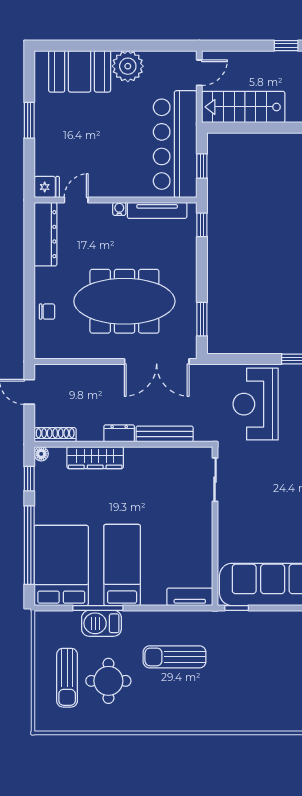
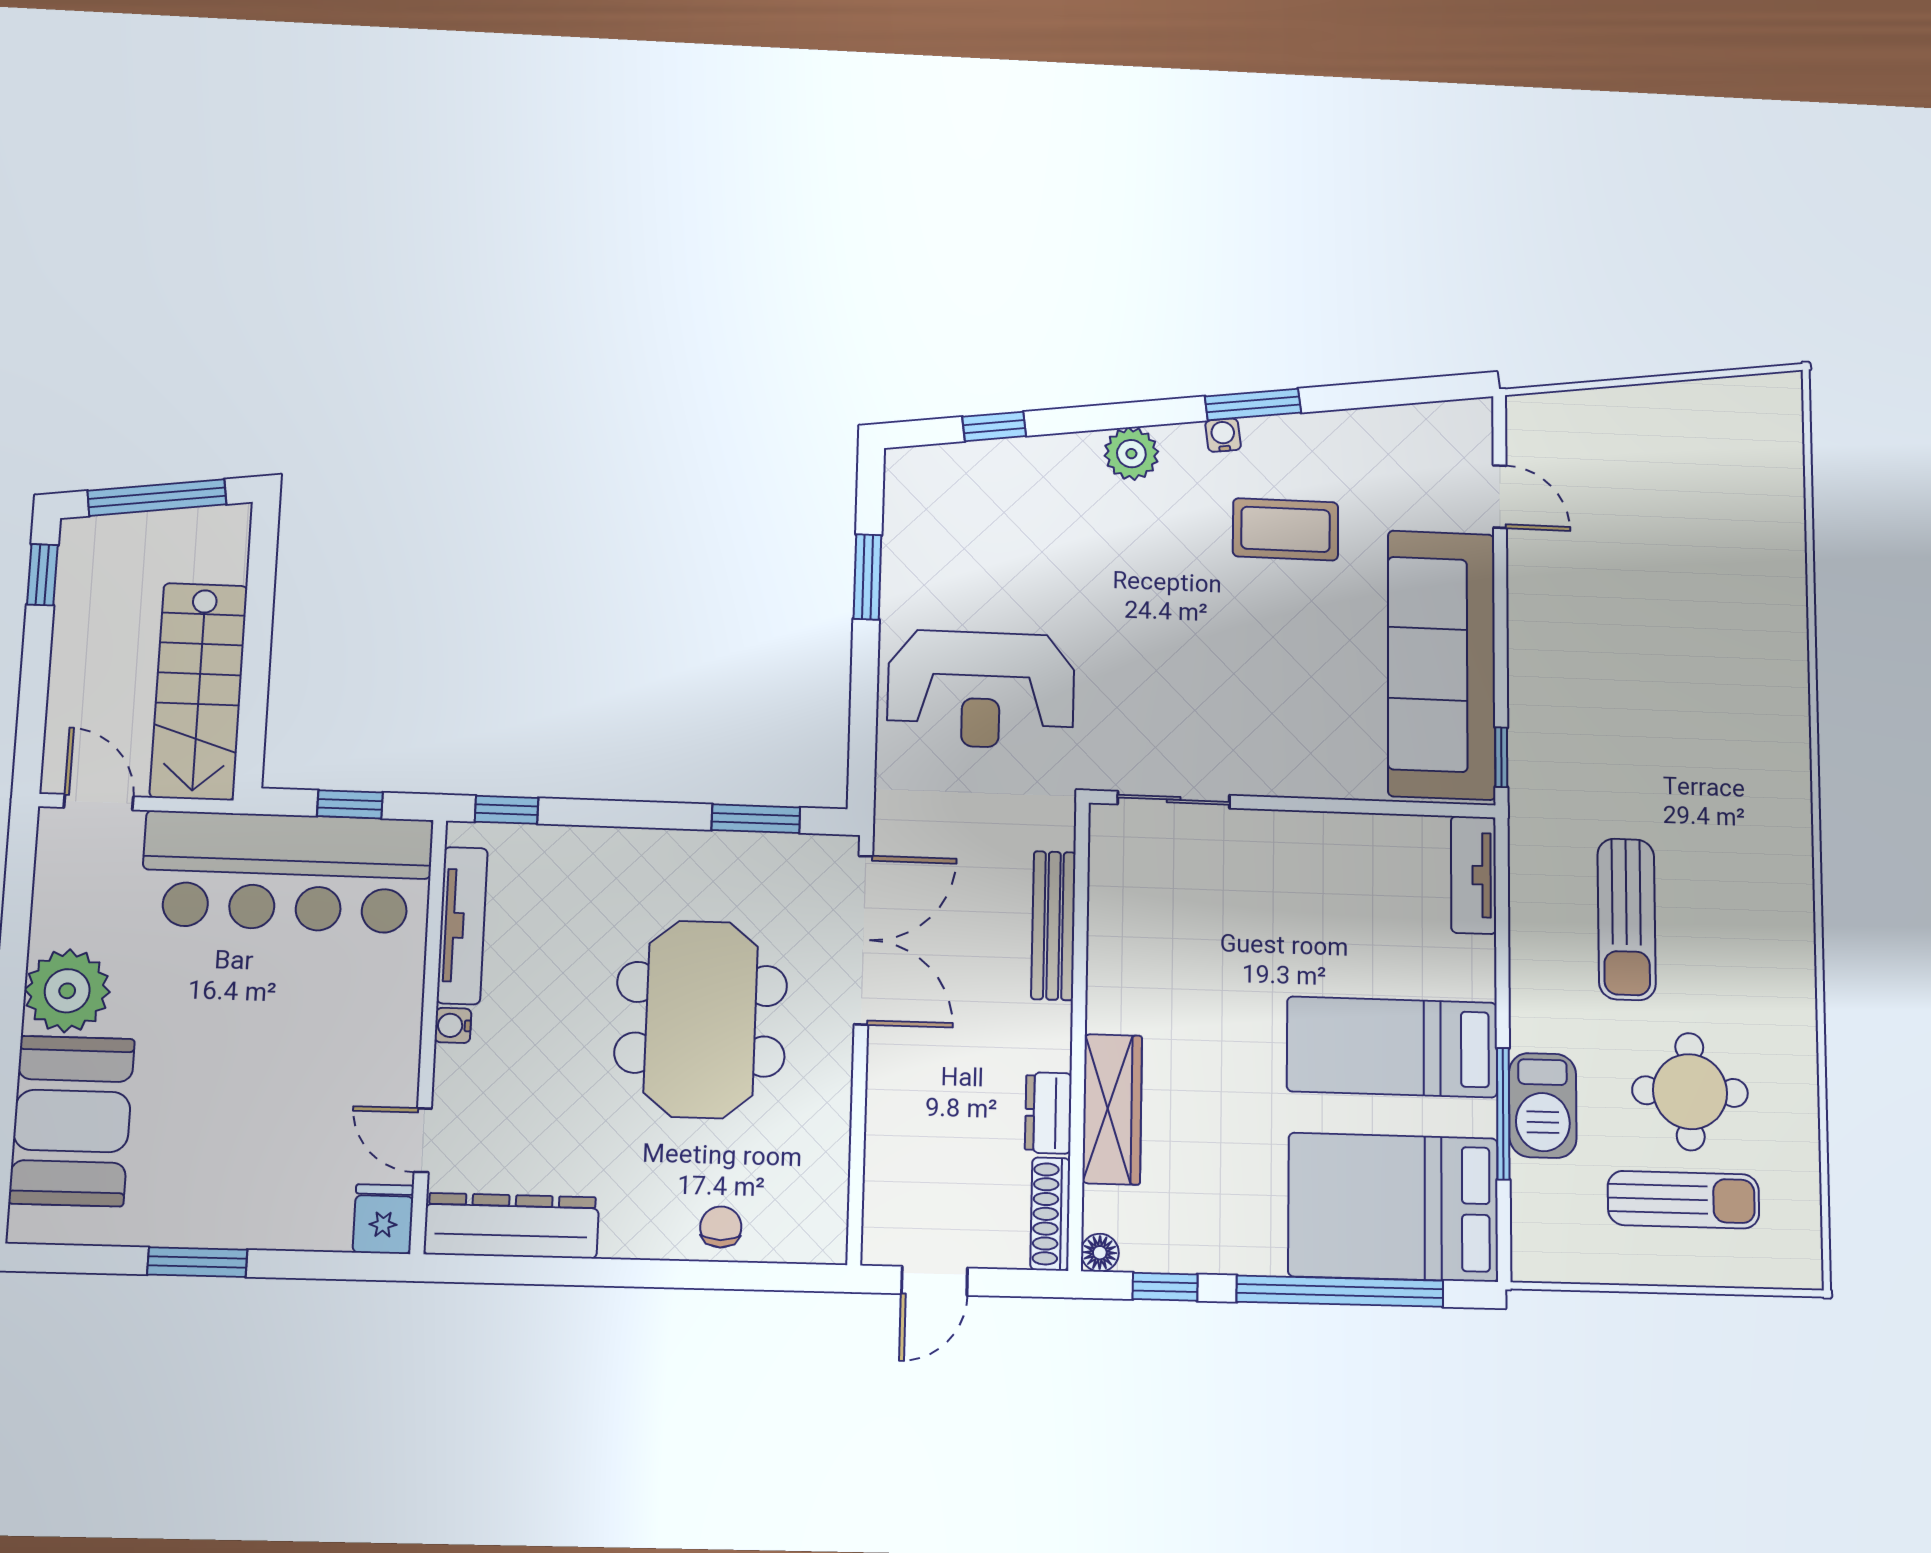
meeting table: (124, 301) -> (701, 1019), width x0.73
dresser: (119, 433) -> (1048, 1113), moved

